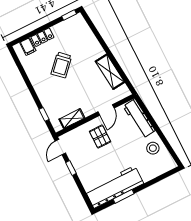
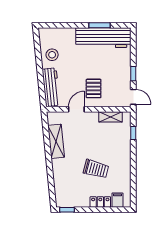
trolley: (61, 65) -> (96, 169), turned 62
door: (60, 147) -> (133, 97), hinge flipped

